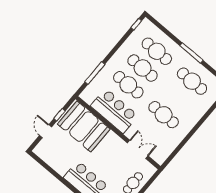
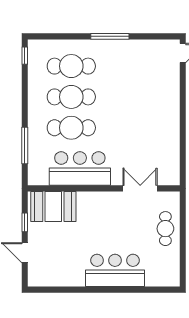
cafe table: (192, 81) -> (136, 66), removed
cafe table: (164, 115) -> (136, 128), removed
booth: (84, 126) -> (53, 206), width x0.73, depth x0.70

